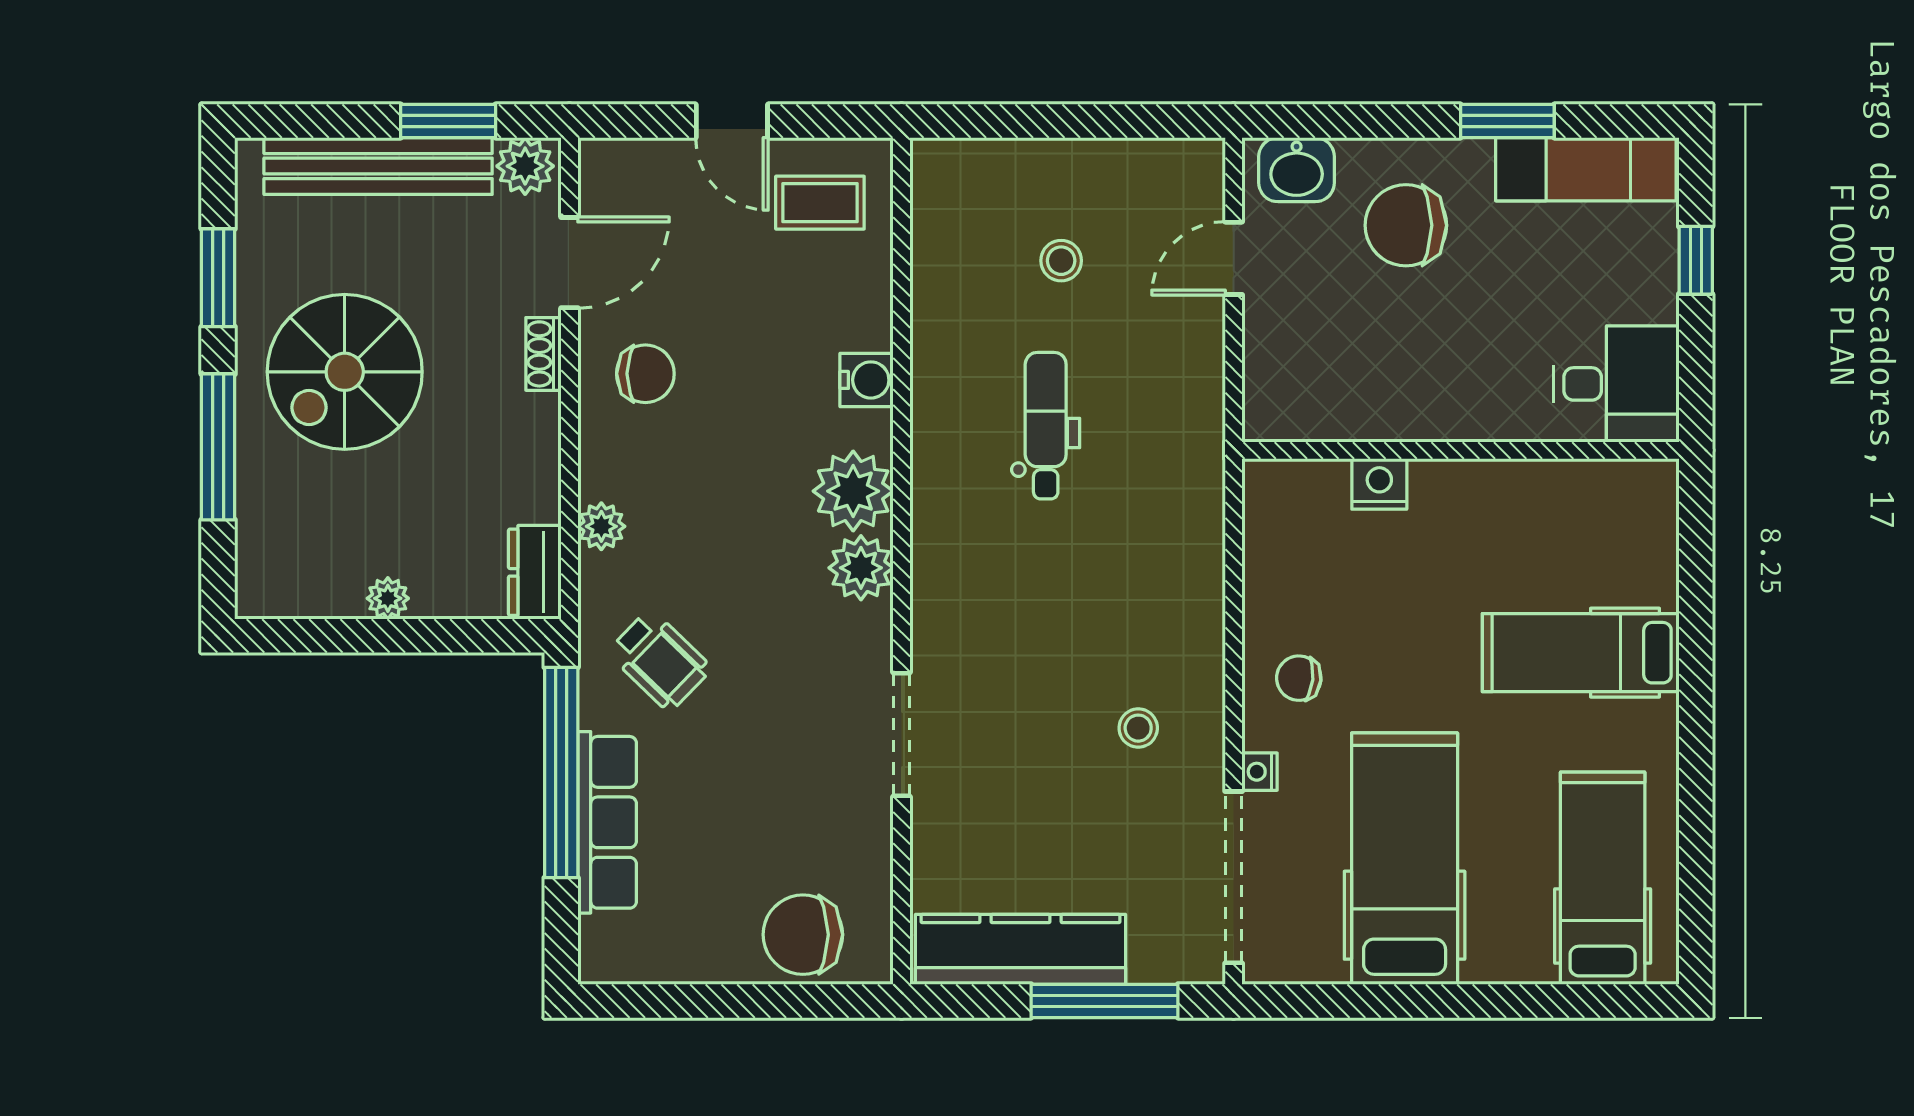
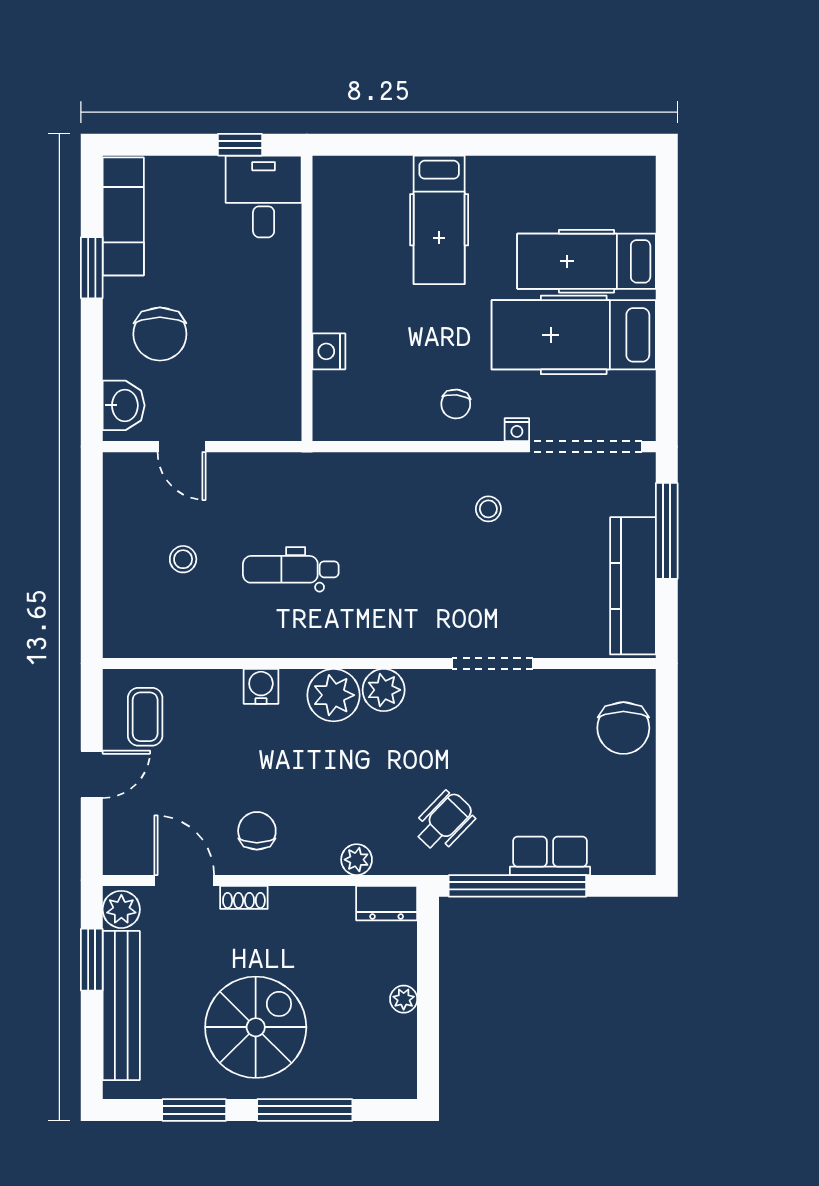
window: (1696, 260) -> (240, 145), moved
spiral stairs: (345, 372) -> (256, 1027), turned -90
row of seats: (607, 822) -> (550, 856), width x0.68
hospital bed: (1603, 878) -> (586, 261), moved

